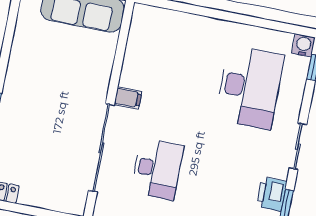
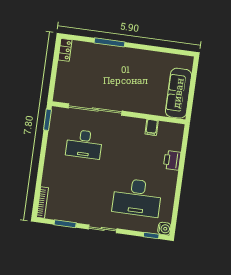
filing cabinet: (128, 98) -> (152, 127), moved
printer: (272, 194) -> (172, 160), moved, turned -90

